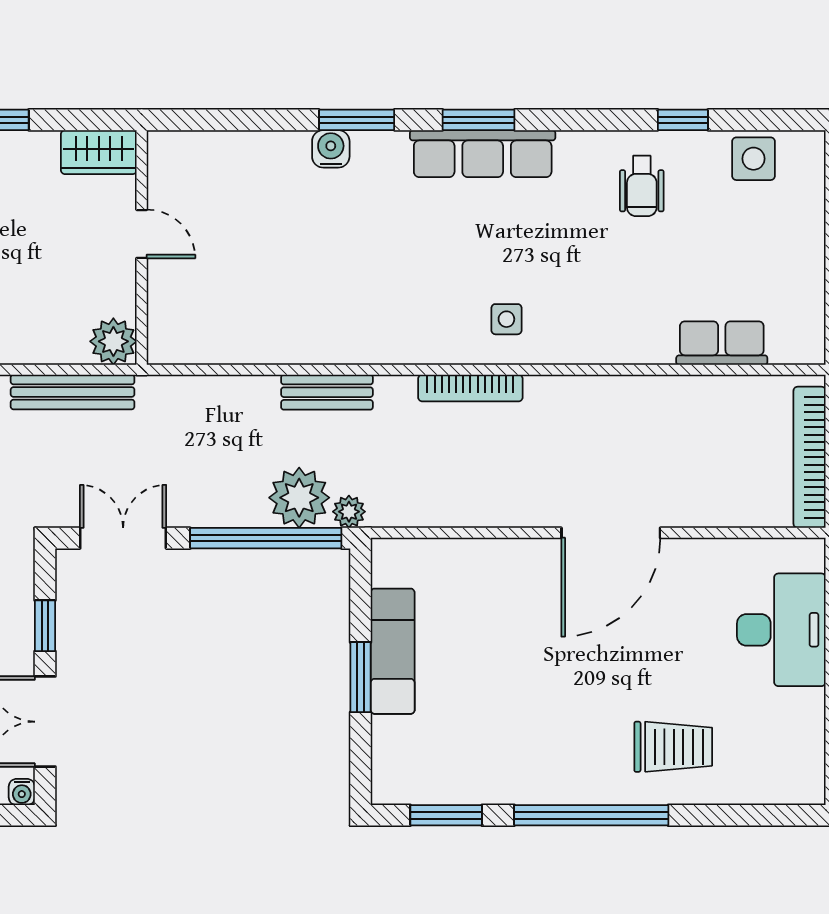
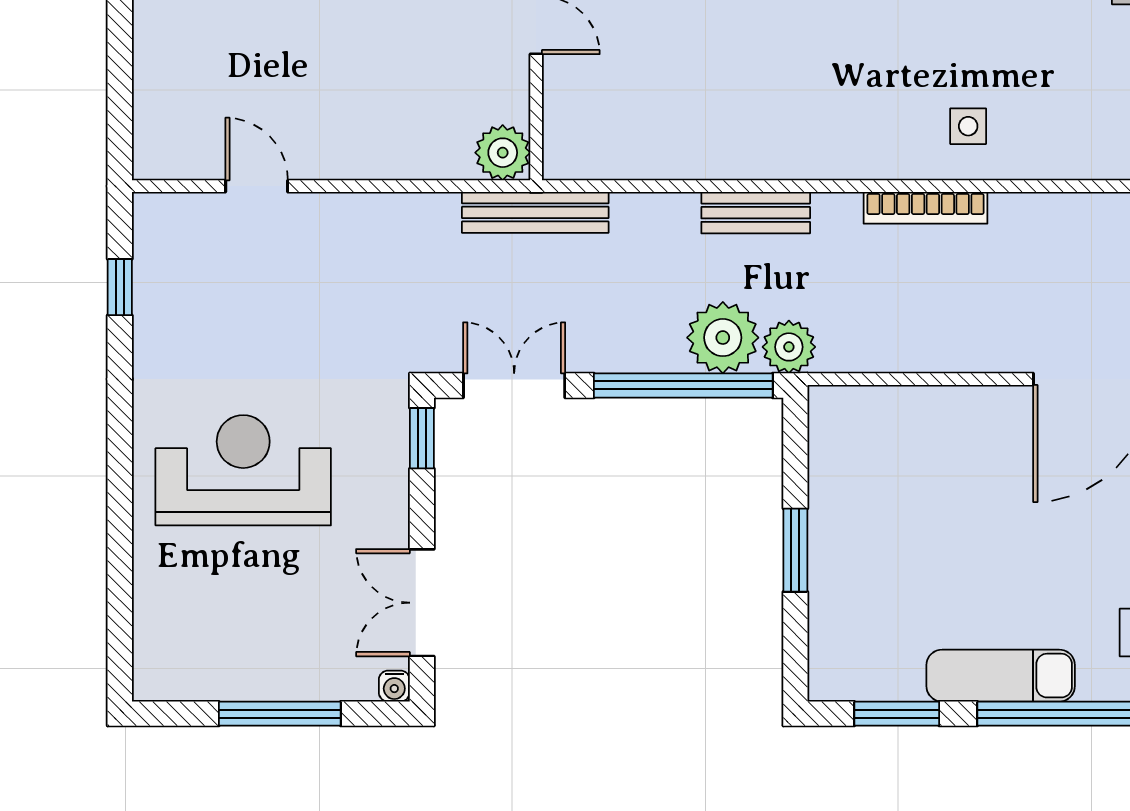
bench: (73, 392) -> (535, 212), moved
plant: (349, 512) -> (789, 347), width x1.38, depth x1.38
window: (45, 626) -> (422, 438), moved
exam couch: (393, 651) -> (1001, 676), moved, turned -90

